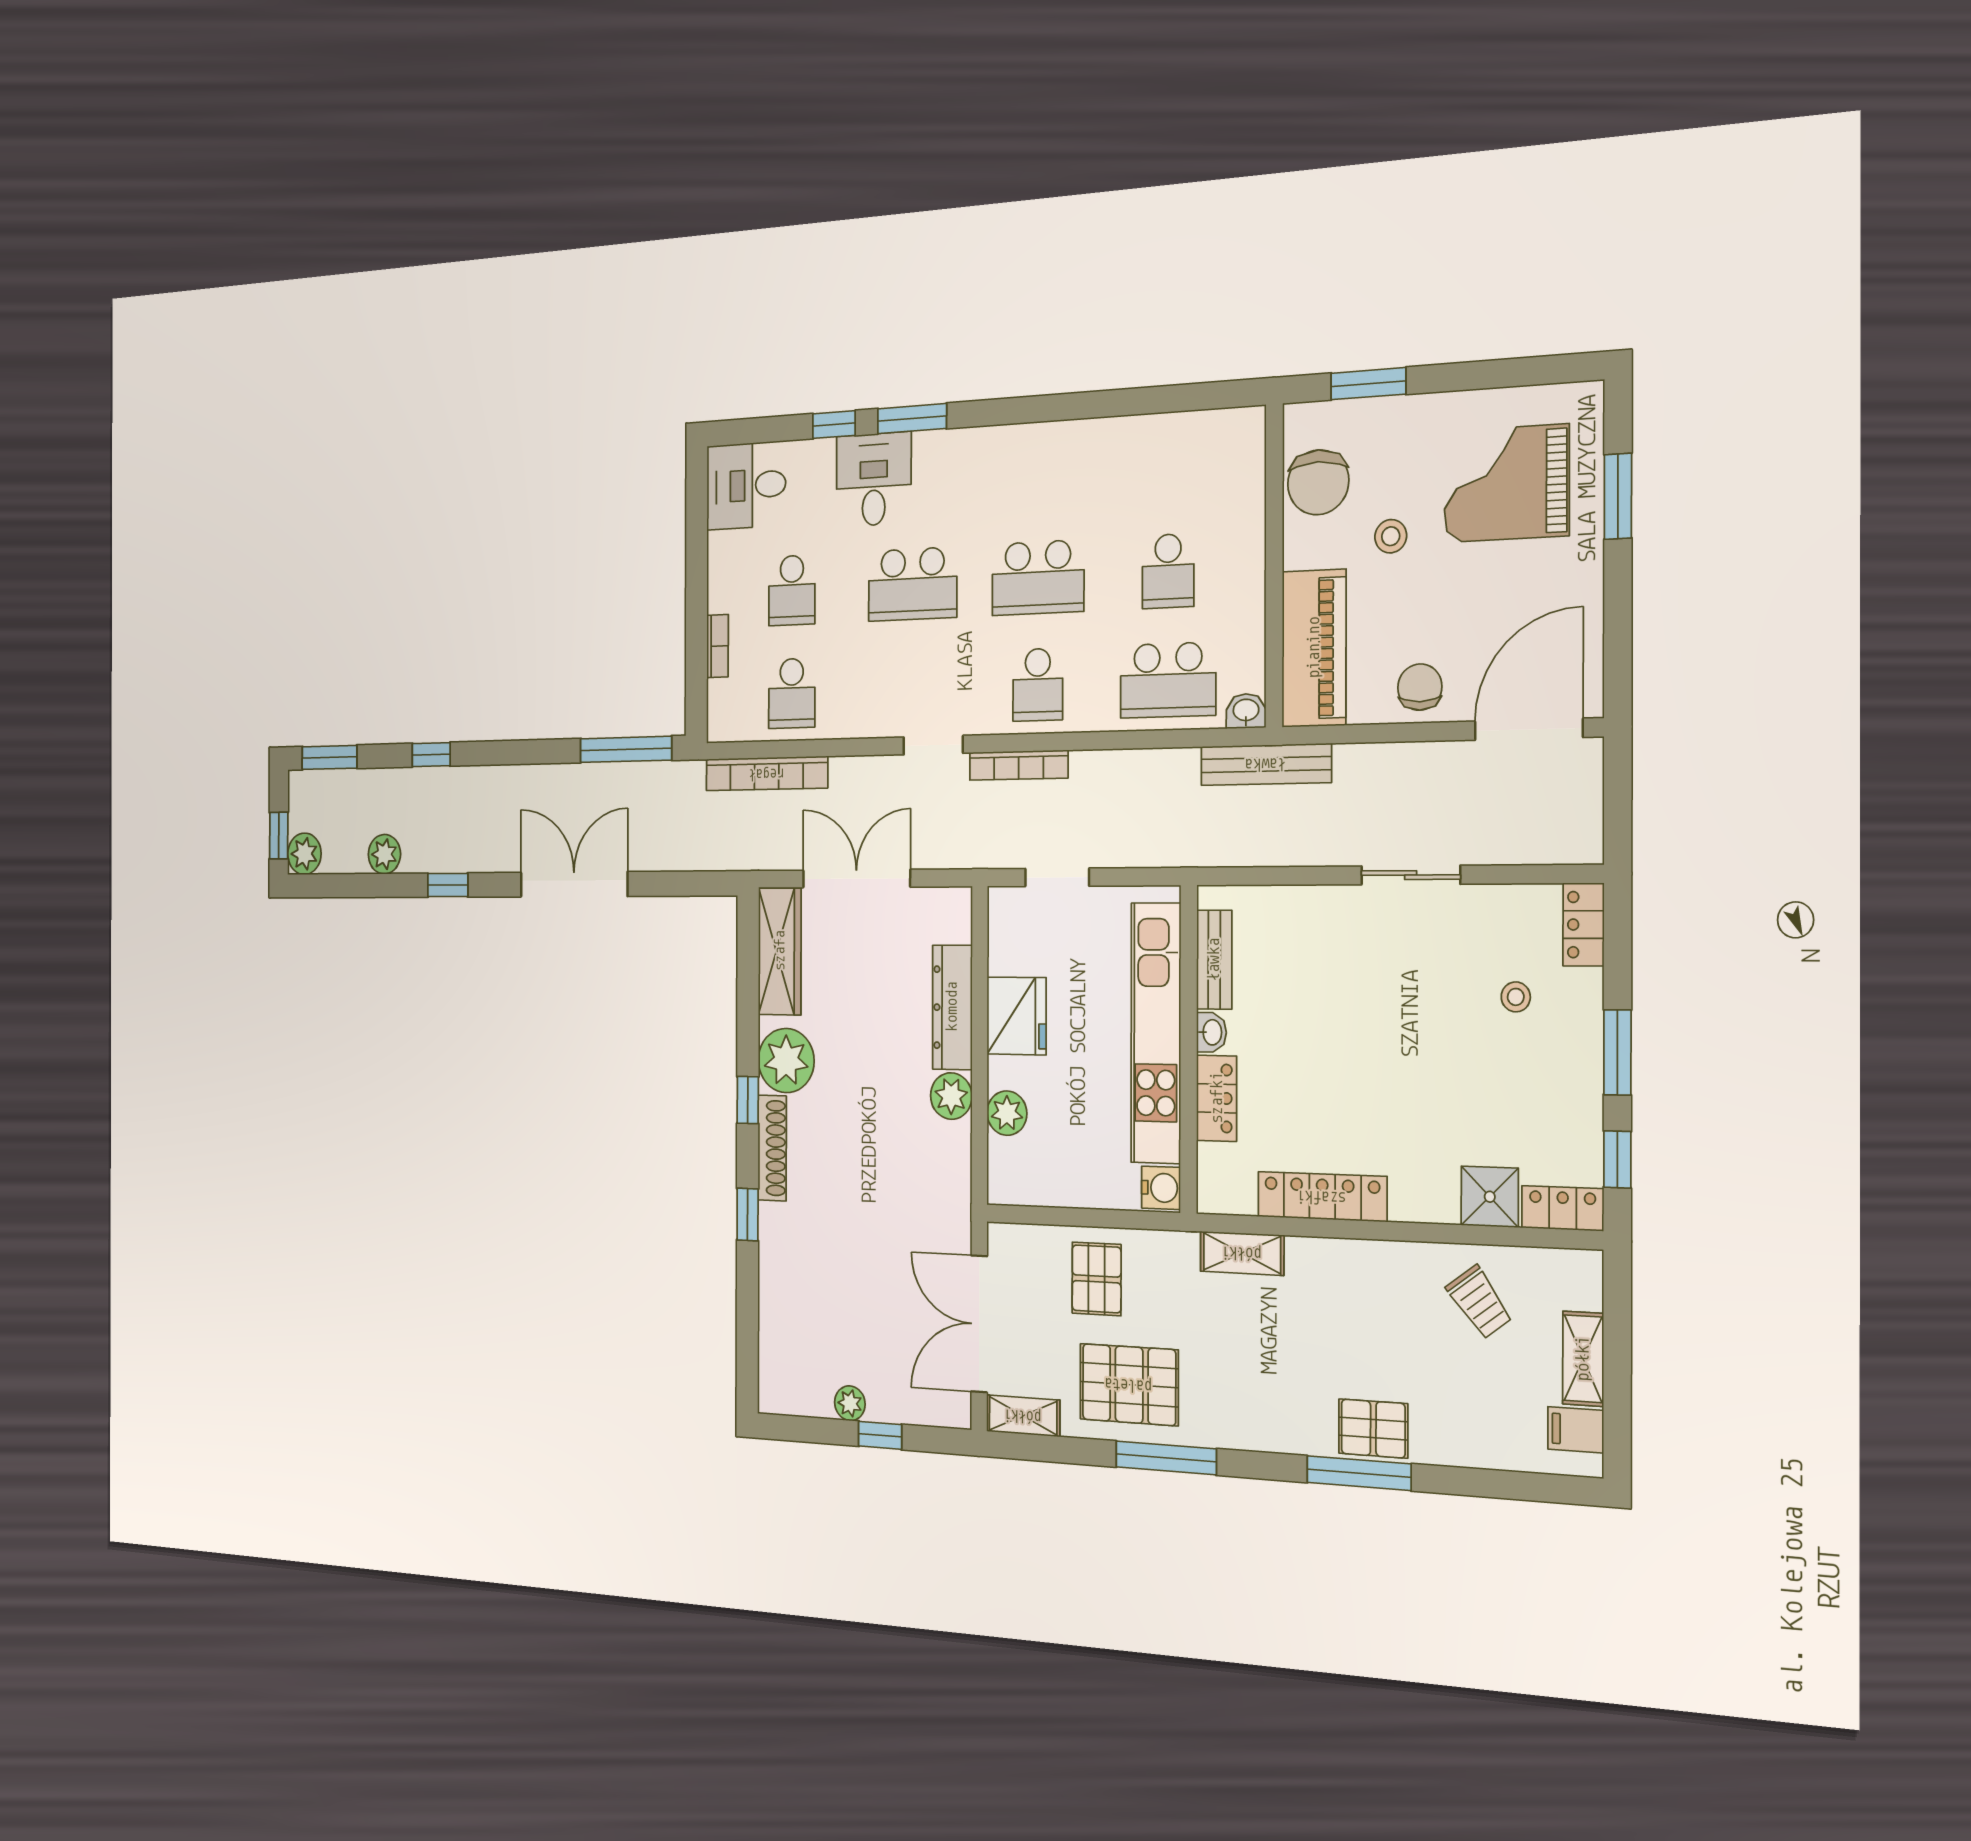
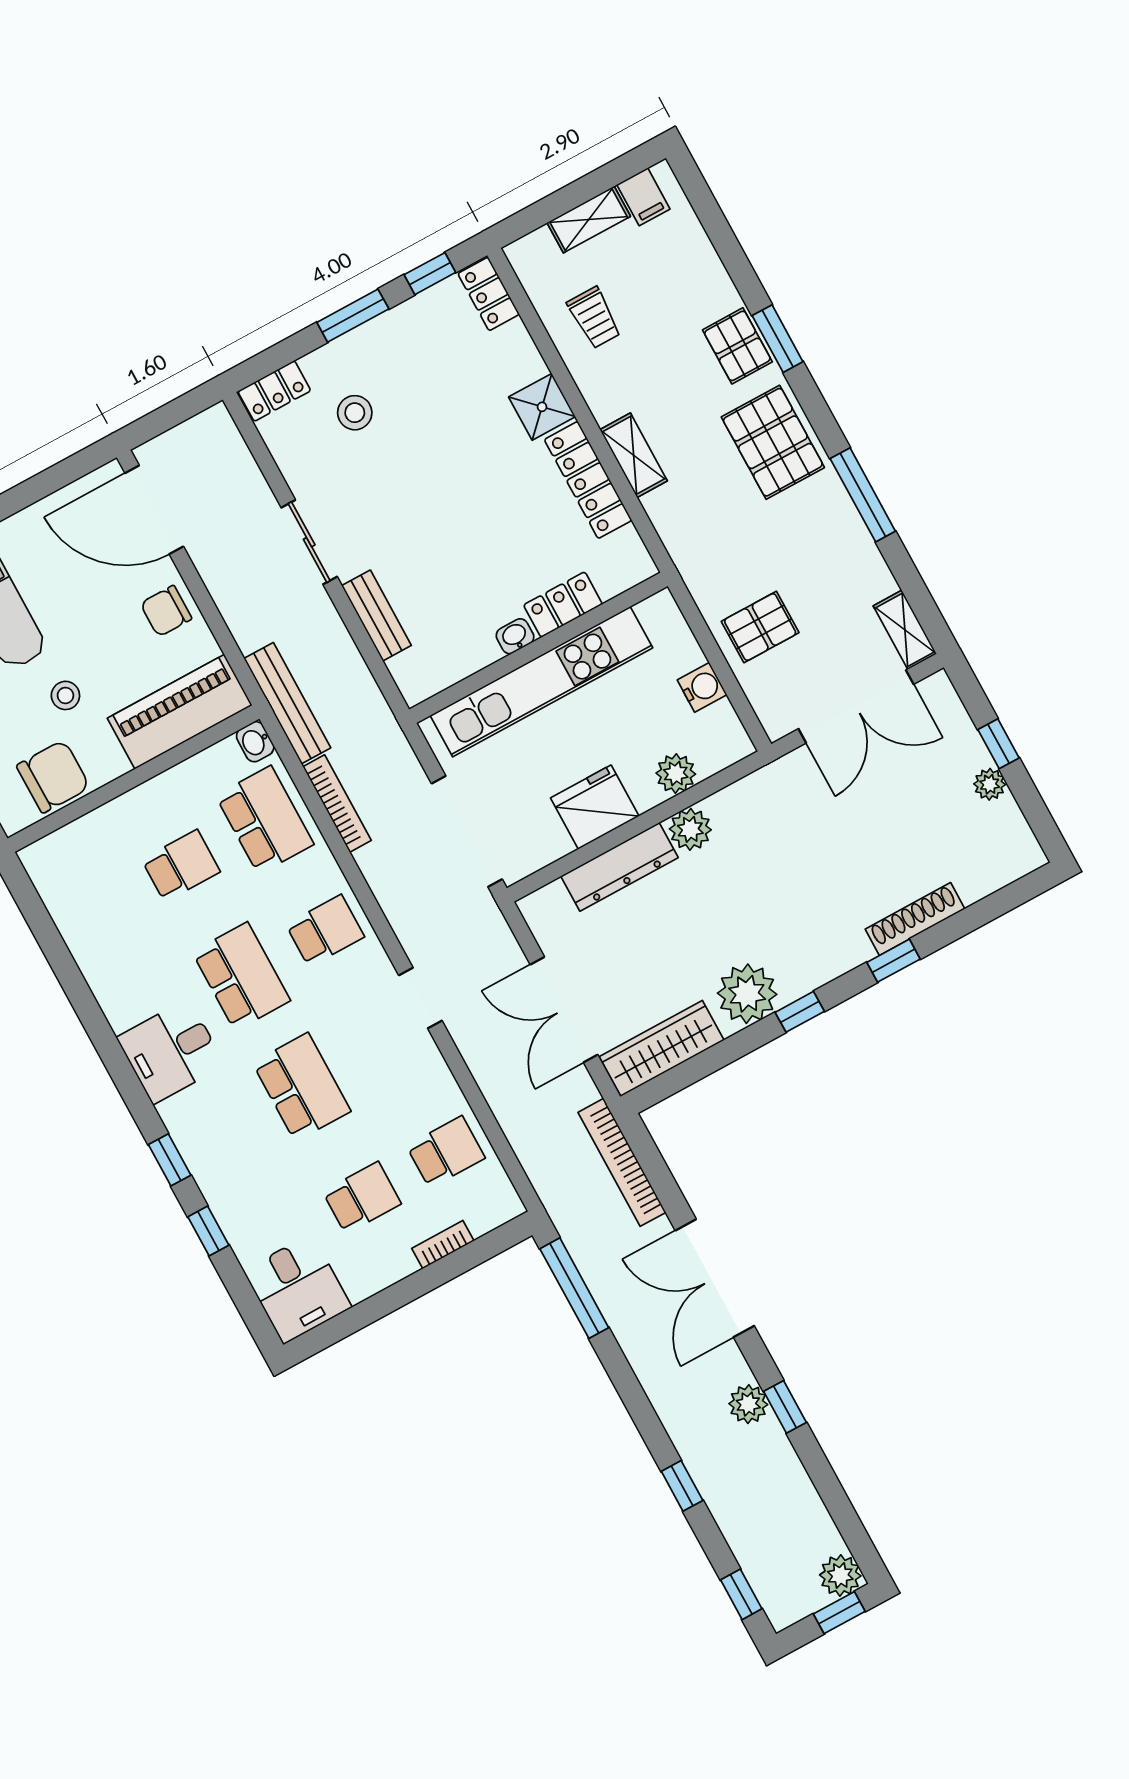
window: (912, 419) -> (170, 1160), width x0.67
desk: (874, 479) -> (171, 1051), moved
window: (329, 757) -> (741, 1594), width x0.67
bookcase: (1019, 765) -> (337, 803), moved
bookcase: (767, 774) -> (622, 1162), moved, turned 180
plant: (384, 854) -> (748, 1404), moved
doorway: (1057, 877) -> (467, 831), width x1.87
bench: (1214, 960) -> (376, 616), moved, turned 90
stool: (1516, 997) -> (355, 413), width x1.37, depth x1.37
shoe rack: (772, 1148) -> (915, 919), moved
water cooler: (1161, 1188) -> (702, 687), moved, turned 90
shower: (1490, 1197) -> (542, 407), moved
shelving: (1242, 1253) -> (634, 455), moved
trolley: (1479, 1302) -> (594, 318), turned 127
pallet: (1129, 1385) -> (773, 442), moved
window: (1359, 1473) -> (778, 339), width x0.69

